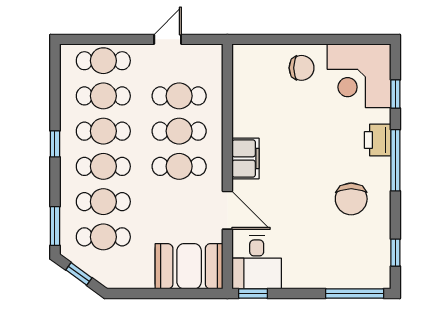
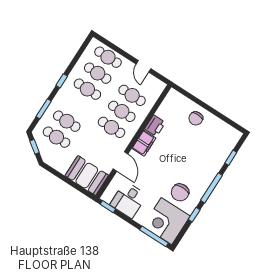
door: (168, 39) -> (143, 66), swing flipped
chair: (302, 68) -> (196, 118), turned 90
corner desk: (359, 76) -> (167, 221), moved
printer: (378, 140) -> (155, 126), moved, turned 180
cafe table: (103, 166) -> (77, 105), removed
window: (55, 226) -> (44, 109), moved
window: (395, 253) -> (194, 215), moved
desk: (257, 262) -> (128, 200), moved

